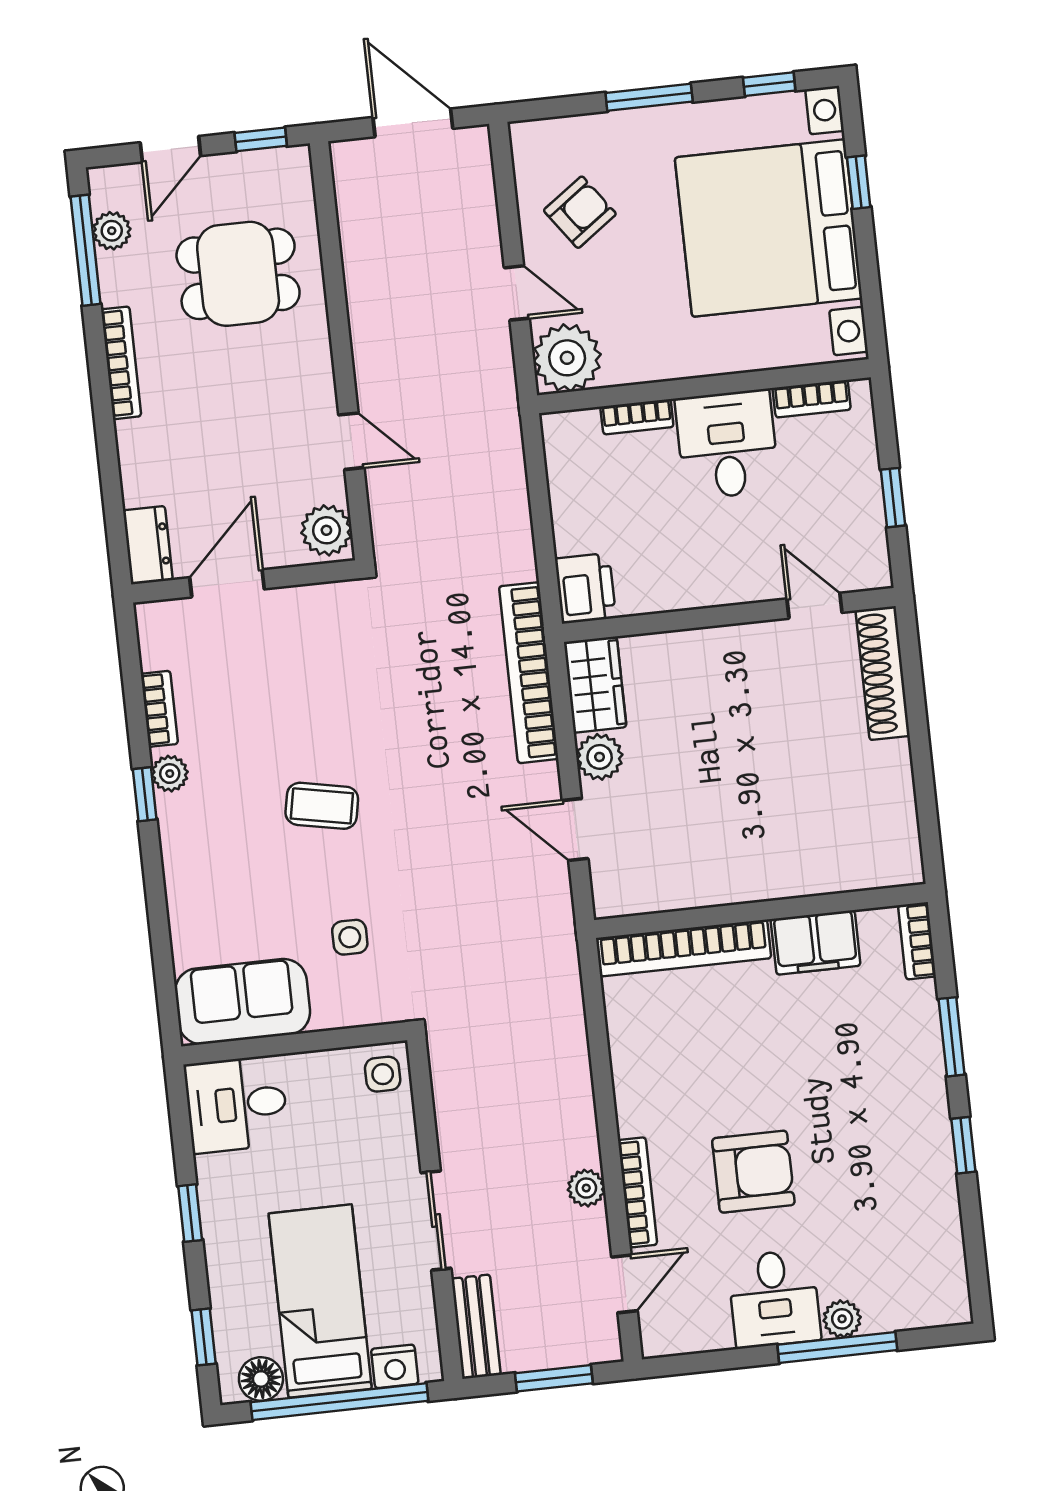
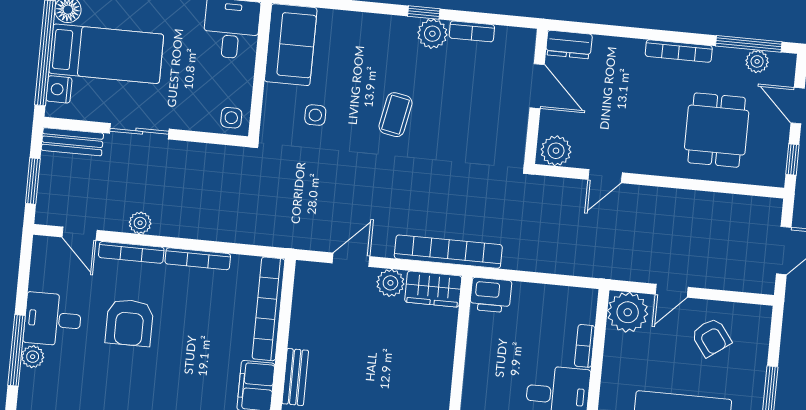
plant: (170, 774) -> (432, 34), width x1.38, depth x1.38
bench: (786, 881) -> (295, 377), added
bookcase: (625, 1081) -> (198, 259), added

